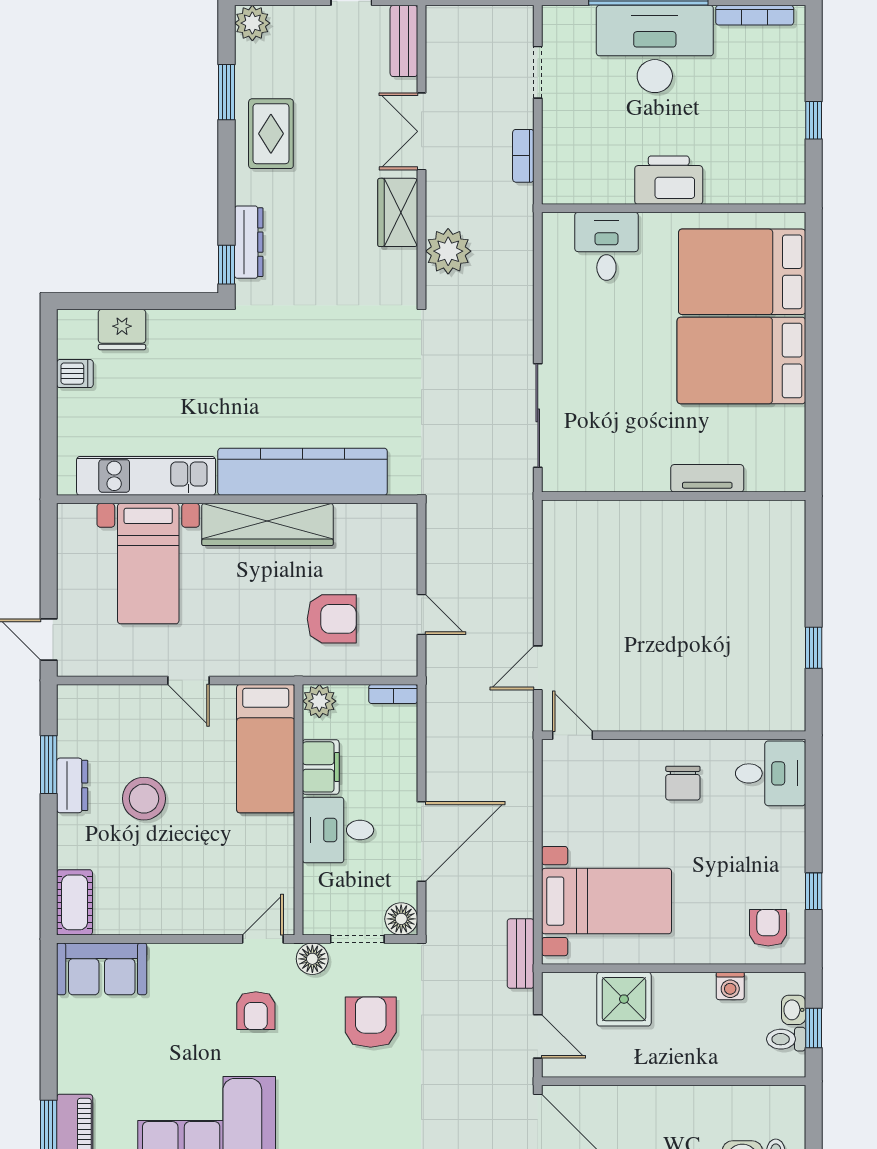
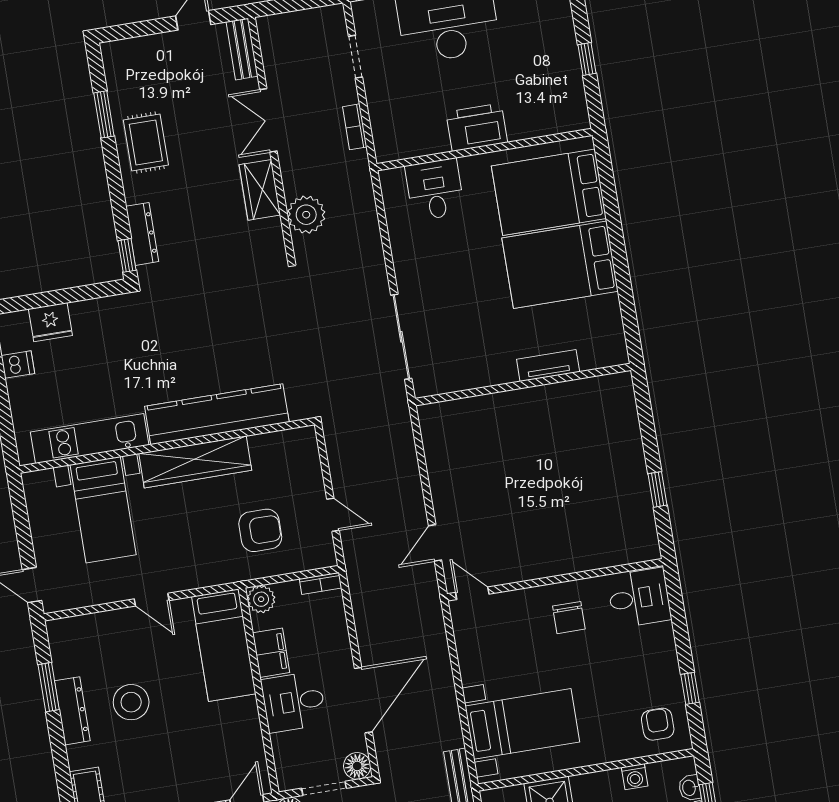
plant: (252, 23) -> (116, 55), removed
dresser: (72, 785) -> (72, 711), width x1.44

